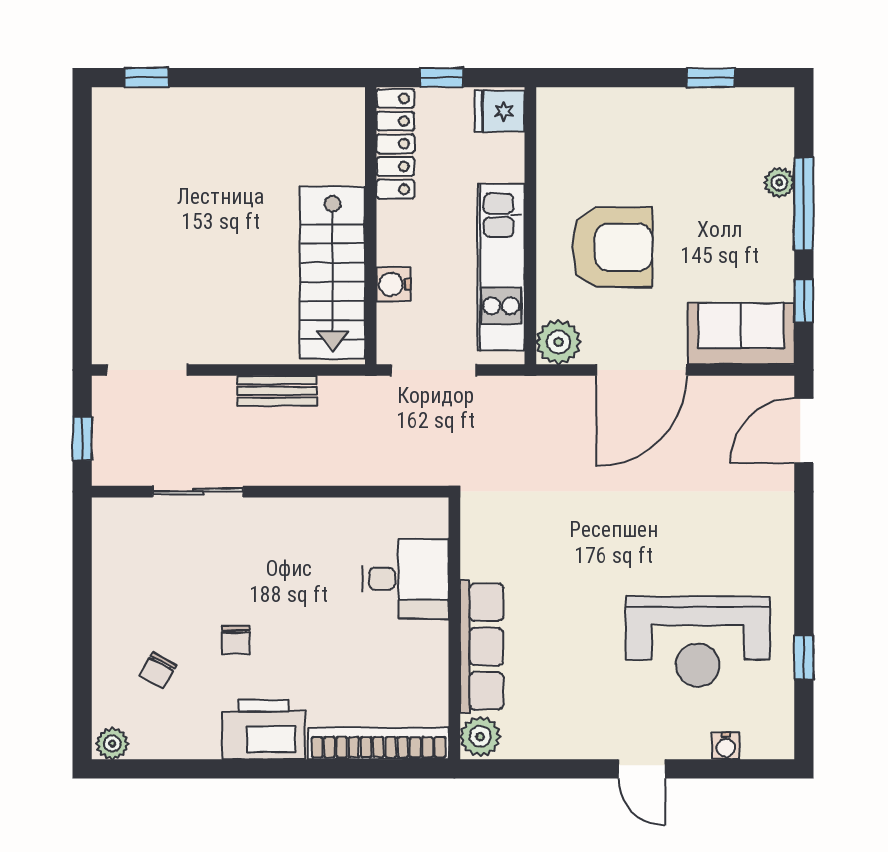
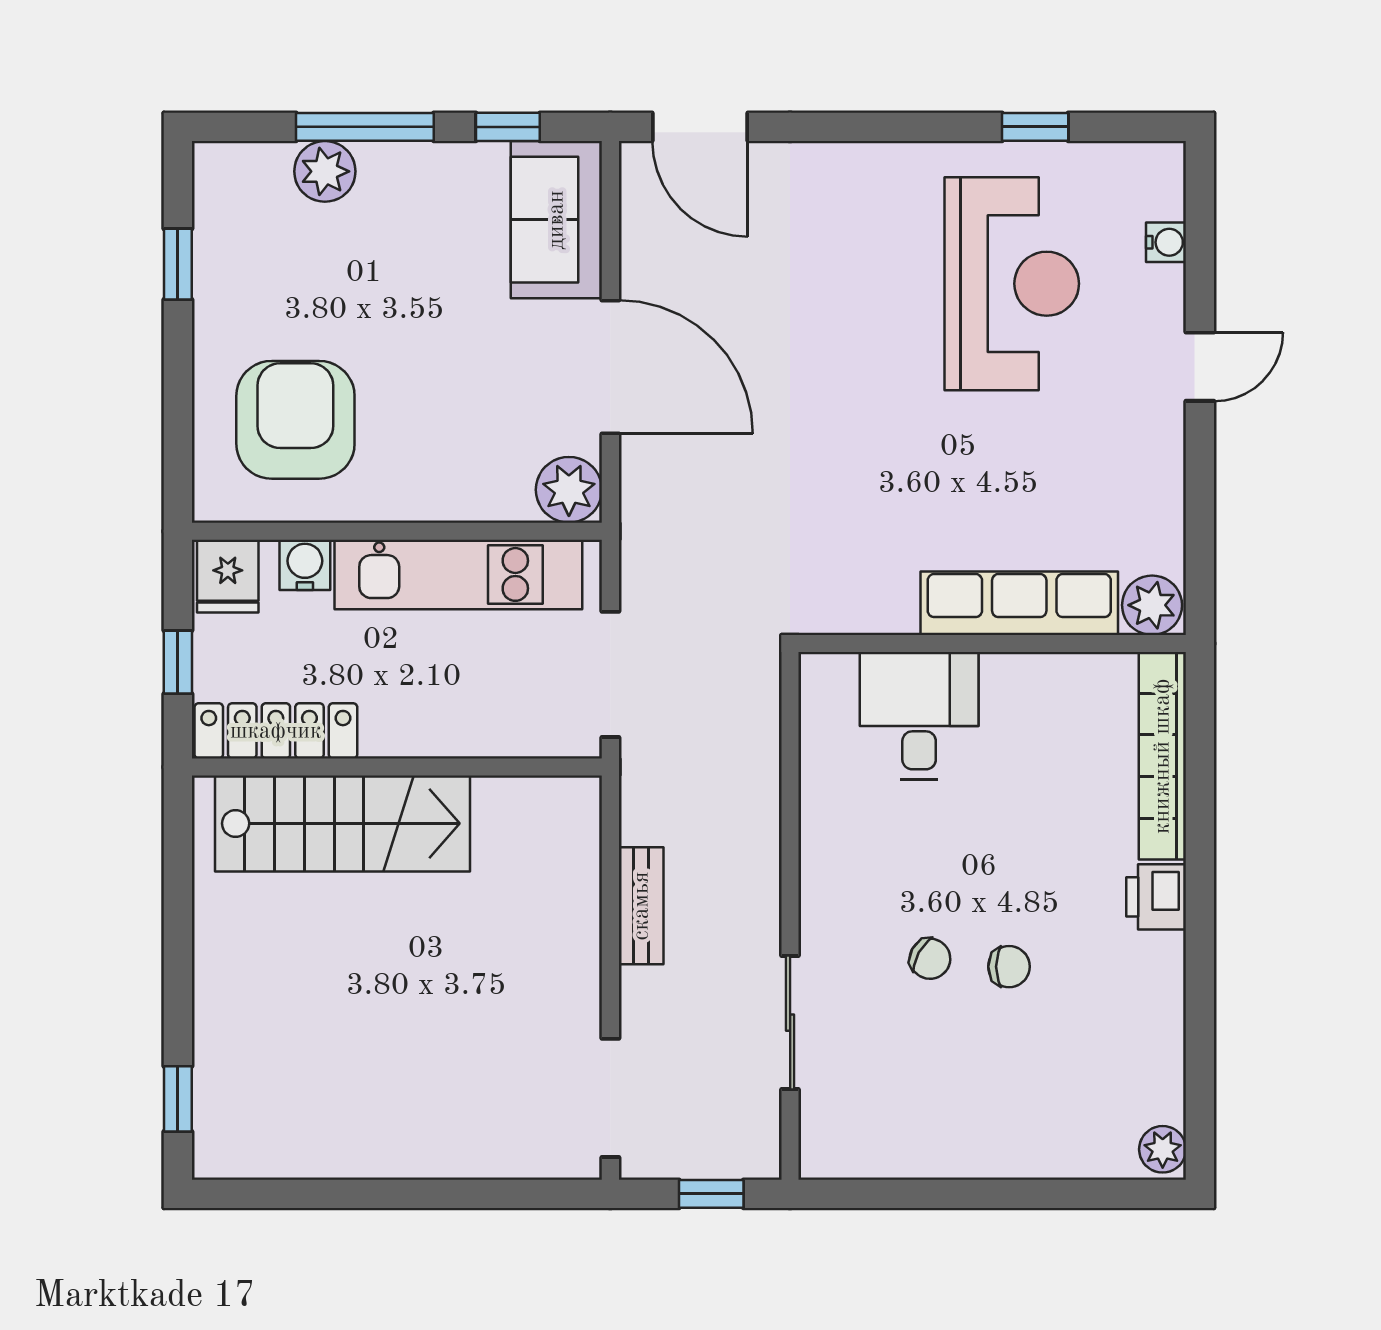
plant: (779, 183) -> (325, 171), width x1.38, depth x1.38
armchair: (612, 247) -> (295, 420), moved
stairs: (333, 273) -> (343, 823), moved
water cooler: (394, 284) -> (305, 565), moved, turned 180
chair: (157, 670) -> (930, 959), moved
printer: (264, 729) -> (1156, 897), width x0.53, depth x0.68

